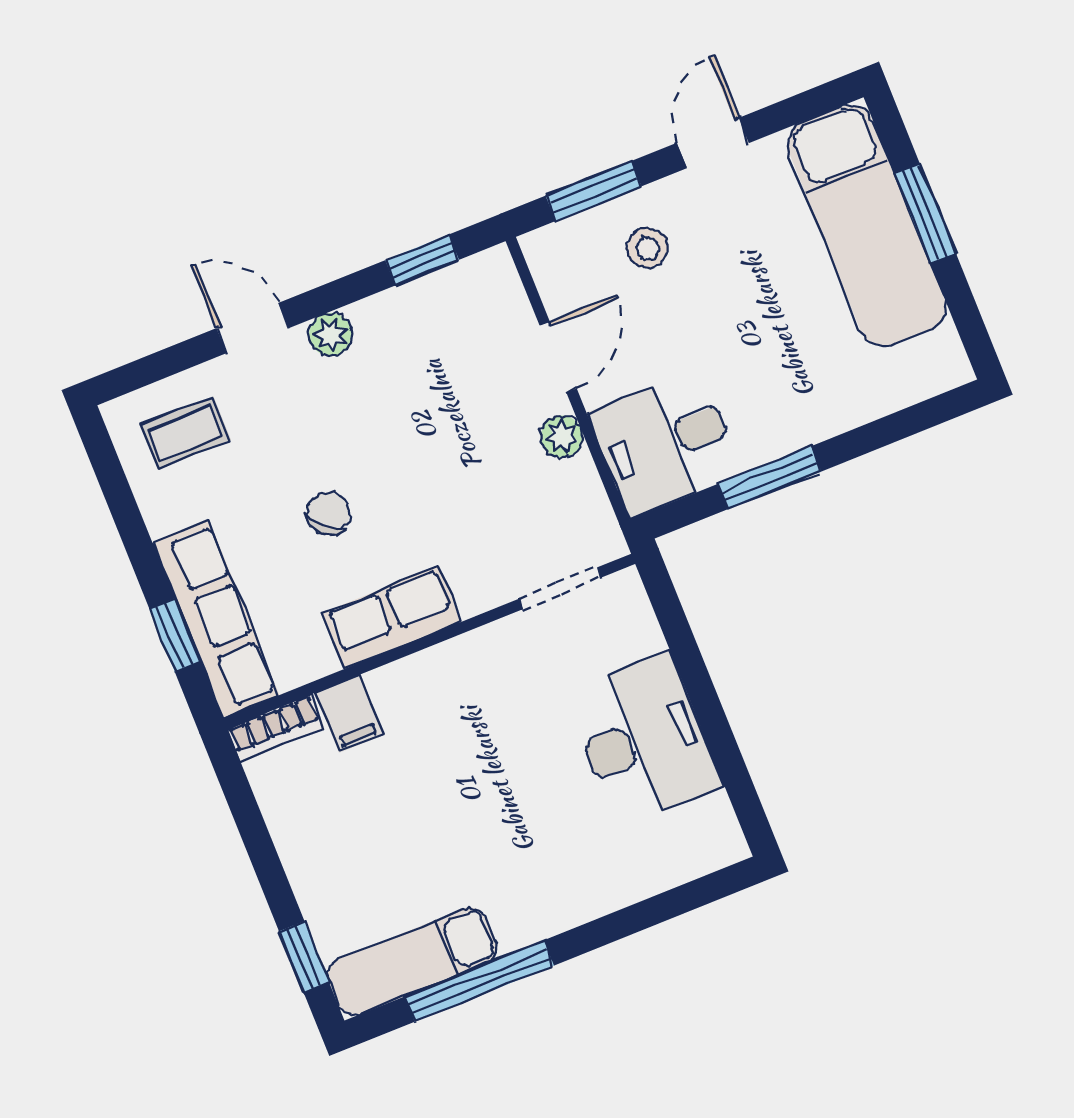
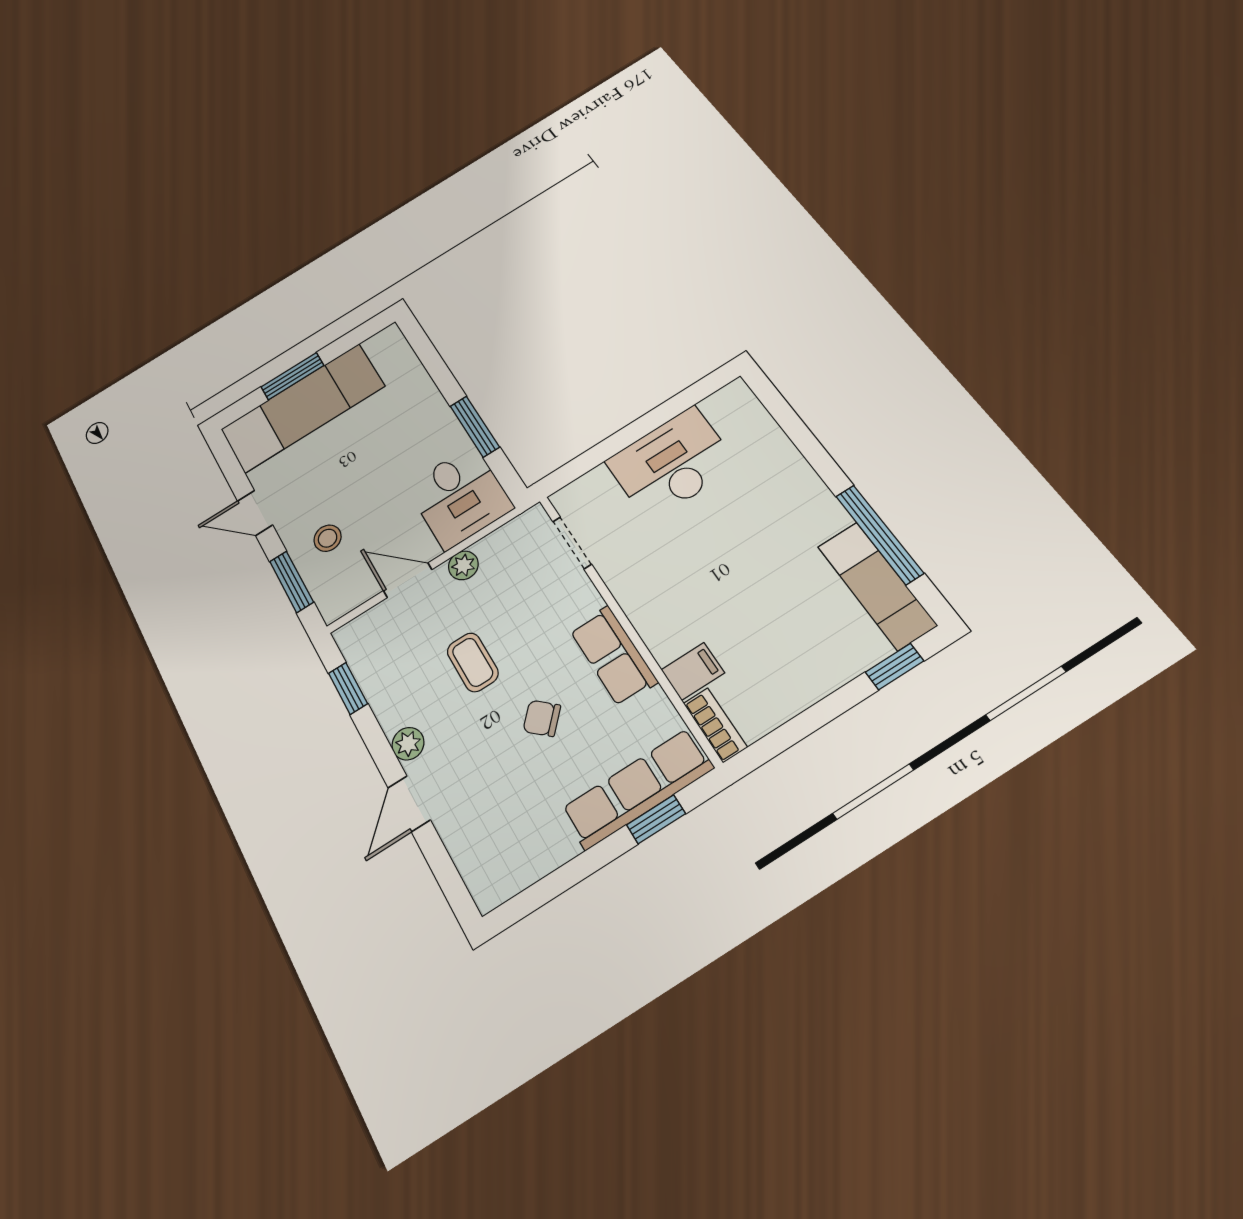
coffee table: (186, 433) -> (473, 662), moved

